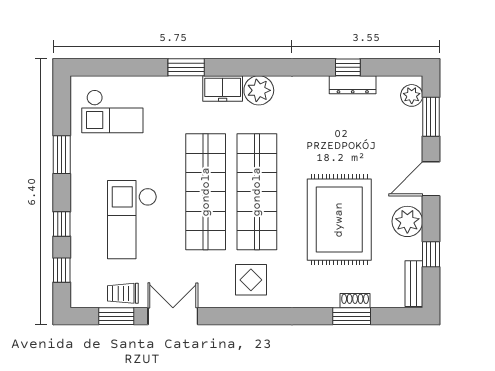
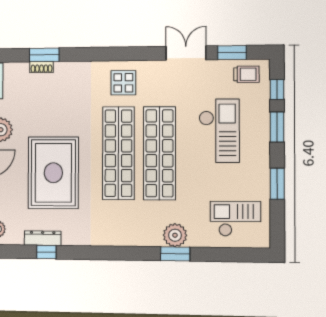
freezer: (223, 88) -> (146, 236), removed
plant: (259, 90) -> (175, 235), moved
rug: (339, 220) -> (53, 173), moved
window: (62, 224) -> (277, 127), width x1.50
trolley: (123, 293) -> (246, 74), moved
double door: (173, 316) -> (186, 53), swing flipped

